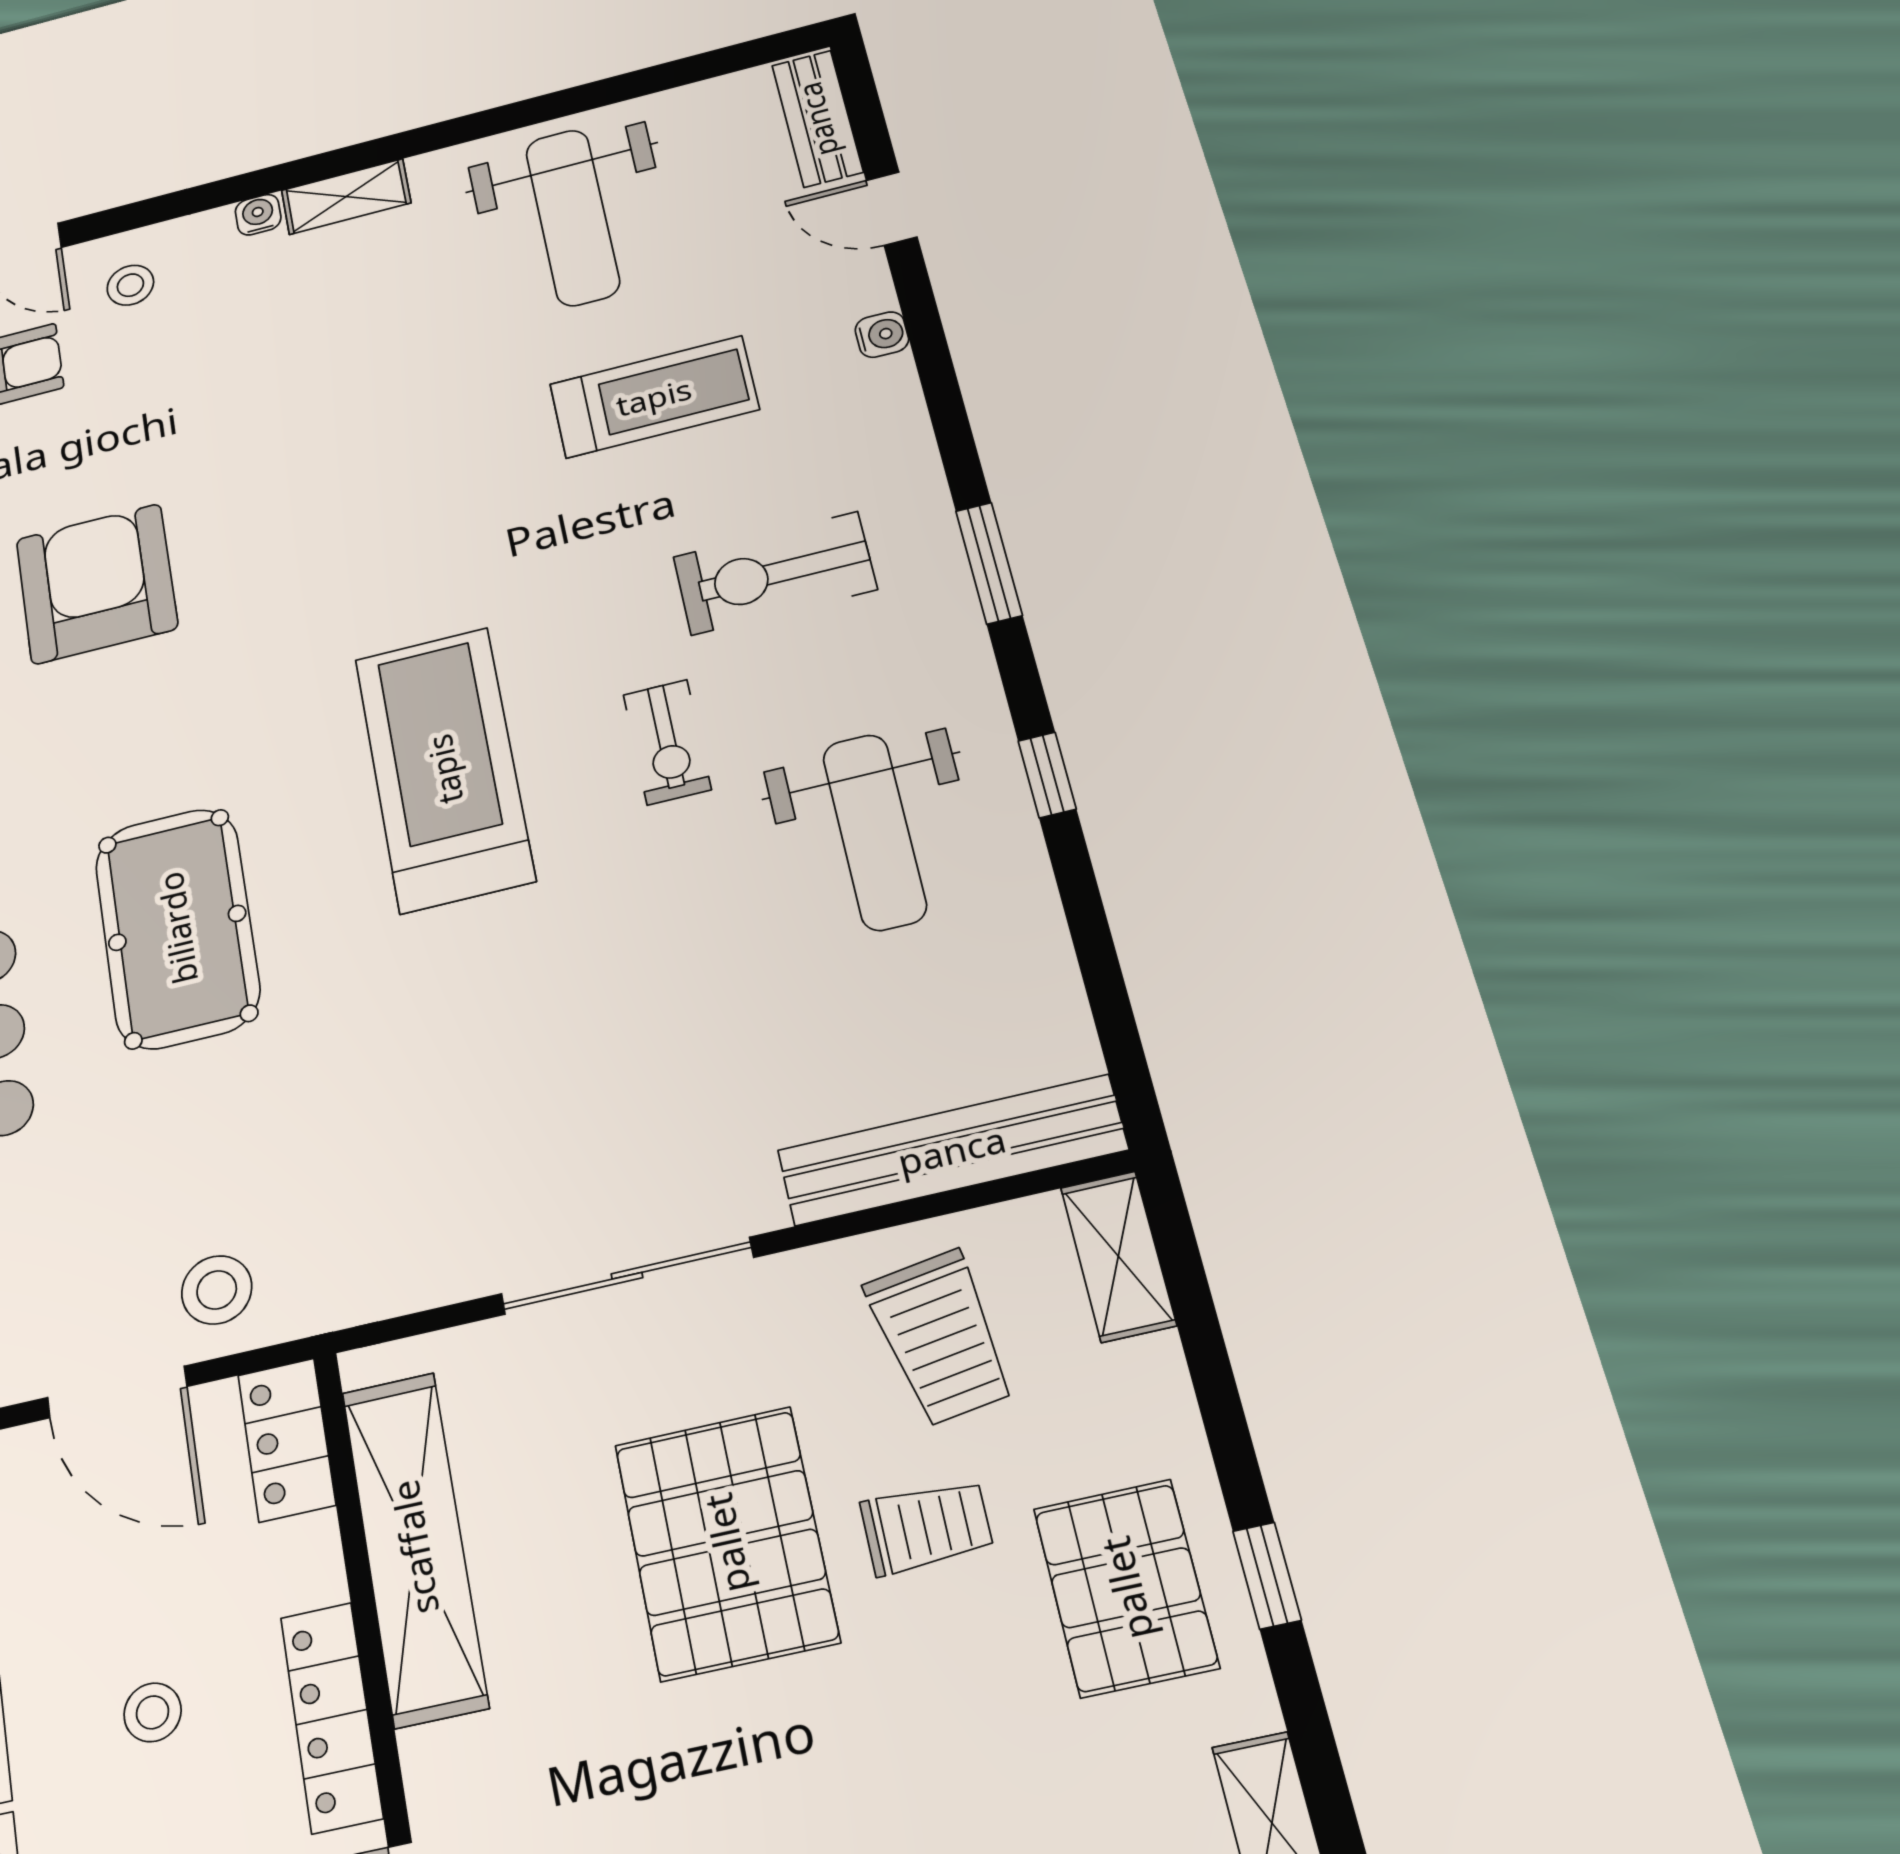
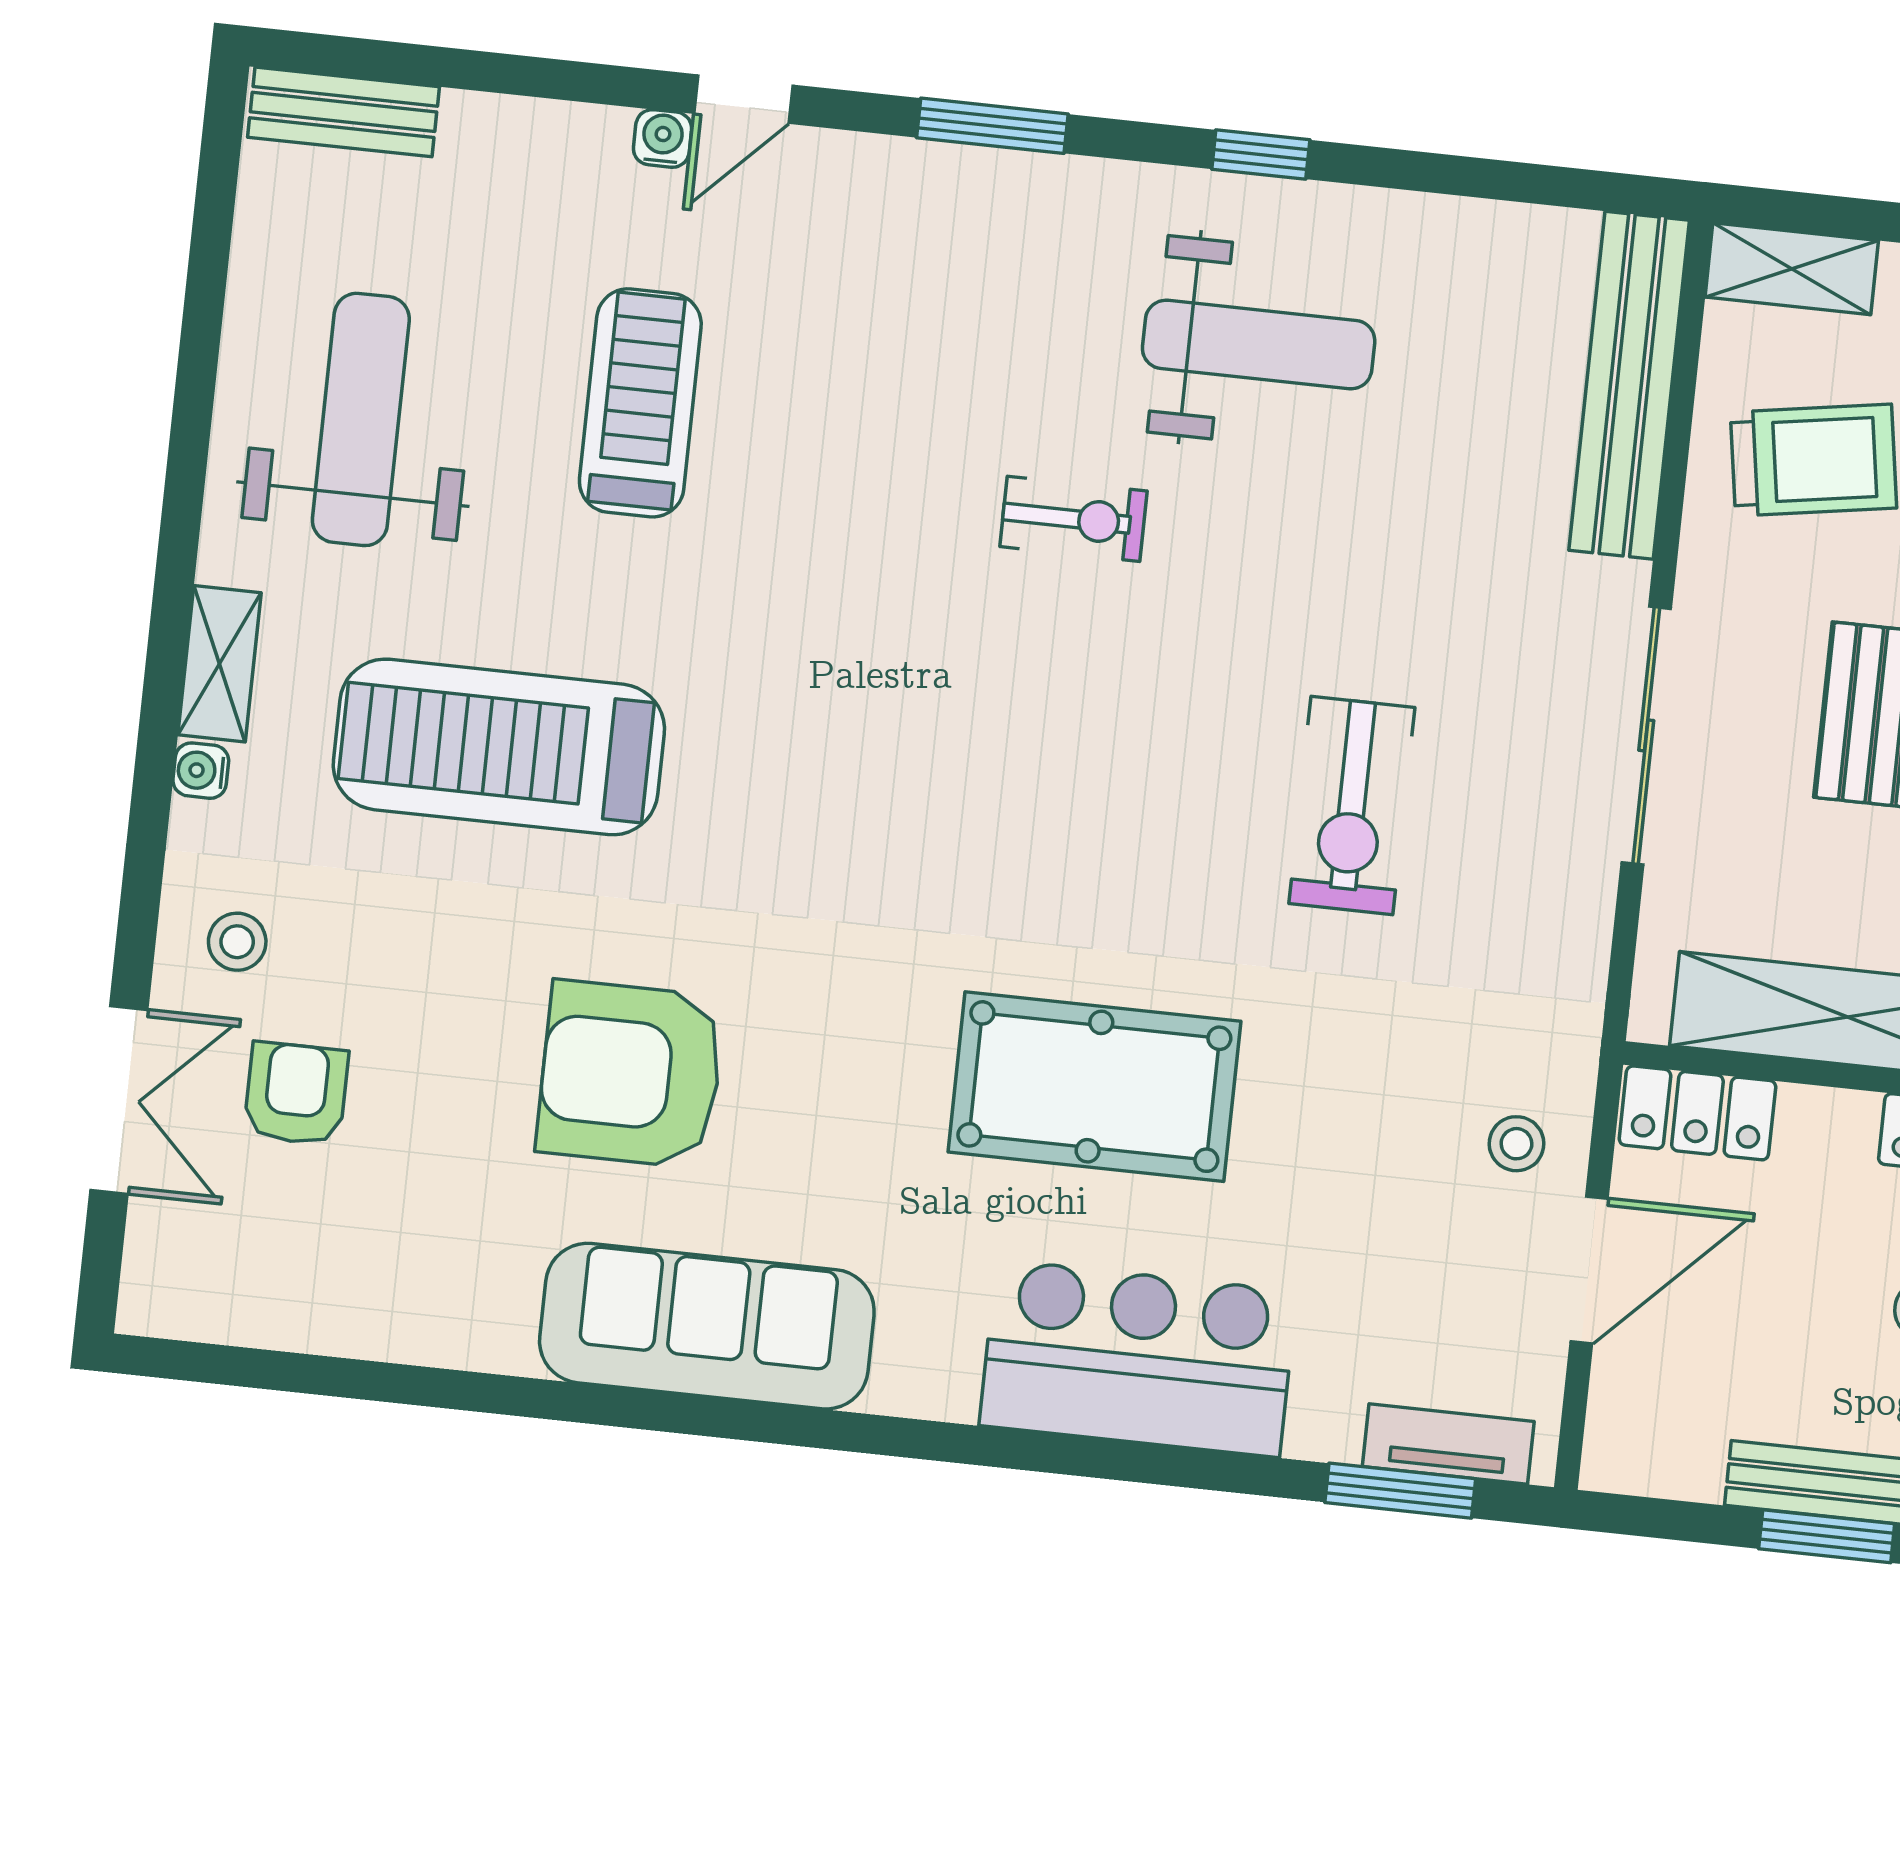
door: (892, 209) -> (743, 99), moved
weight bench: (573, 217) -> (361, 419), turned -90
exercise bike: (775, 573) -> (1352, 805), moved
treadmill: (444, 769) -> (499, 747), moved
stool: (217, 1290) -> (1517, 1144), width x0.73, depth x0.73

